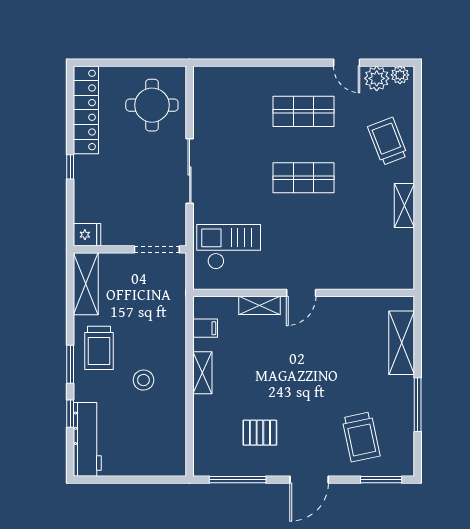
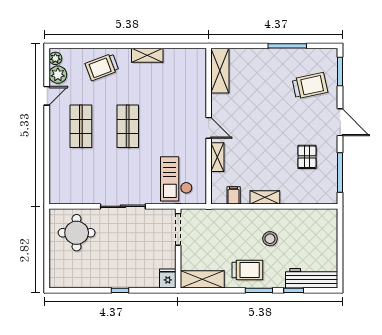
locker: (86, 110) -> (80, 279), removed
shelving: (402, 343) -> (220, 71), moved, turned 90

